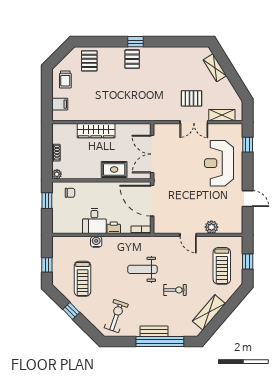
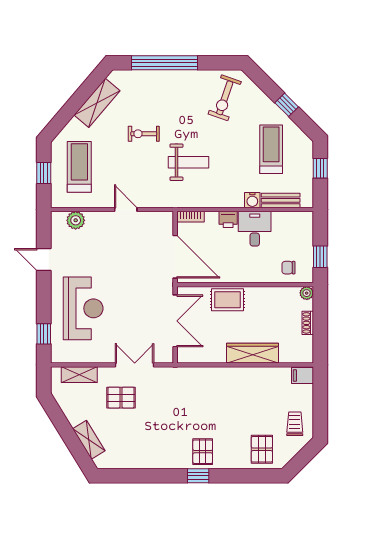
filing cabinet: (60, 104) -> (302, 376), moved
double door: (194, 122) -> (135, 365), moved
plant: (211, 227) -> (76, 220), moved
bench: (154, 331) -> (281, 200), moved

